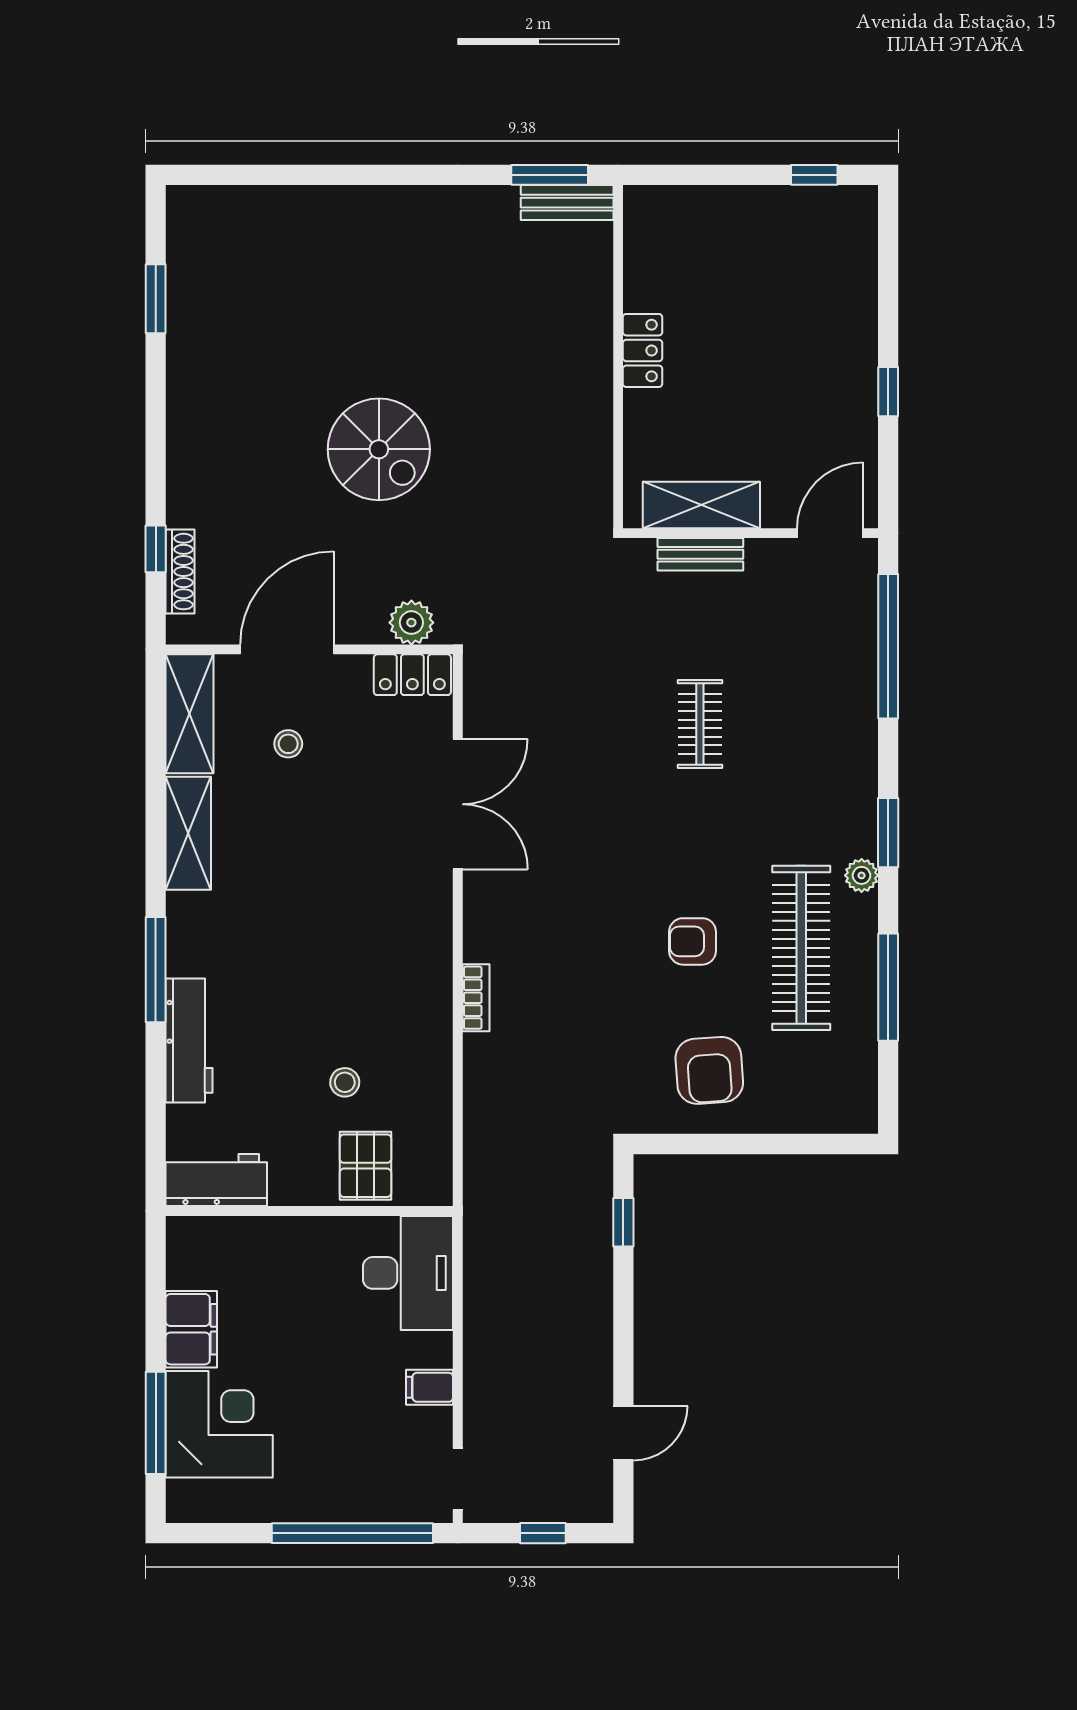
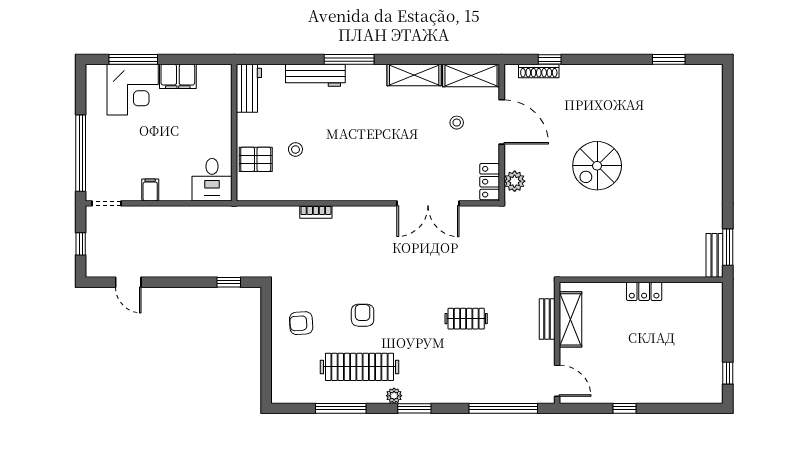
bookcase: (476, 998) -> (316, 212), moved
armchair: (709, 1070) -> (301, 323), width x0.72, depth x0.72
desk: (408, 1273) -> (212, 180), width x0.73

